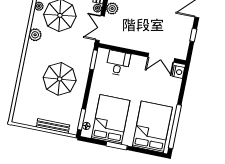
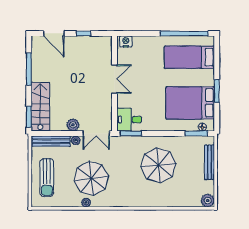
plant: (35, 35) -> (208, 201), moved
double door: (161, 58) -> (114, 79), moved
desk: (118, 63) -> (129, 120), moved
bed: (152, 127) -> (189, 57), width x0.67

